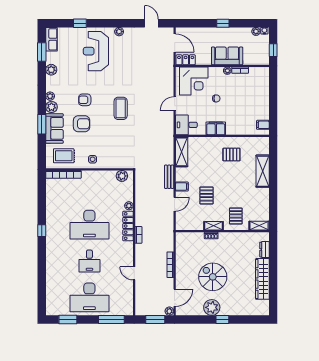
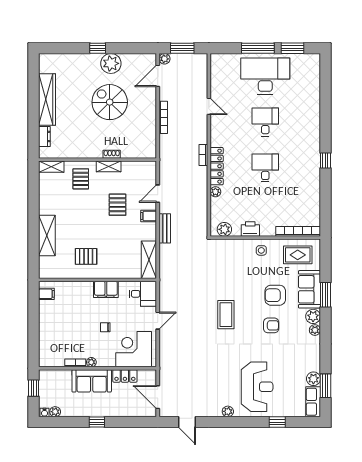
locker: (186, 60) -> (125, 376), moved
plant: (51, 70) -> (313, 379), moved
printer: (101, 176) -> (250, 229), added
desk: (89, 225) -> (265, 168), width x0.53, depth x0.77
spiral stairs: (213, 277) -> (110, 102), turned 180
window: (111, 320) -> (258, 48), moved

